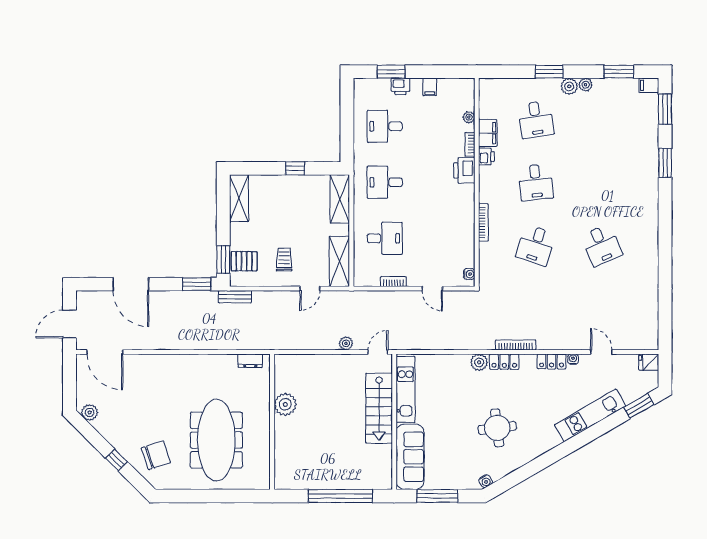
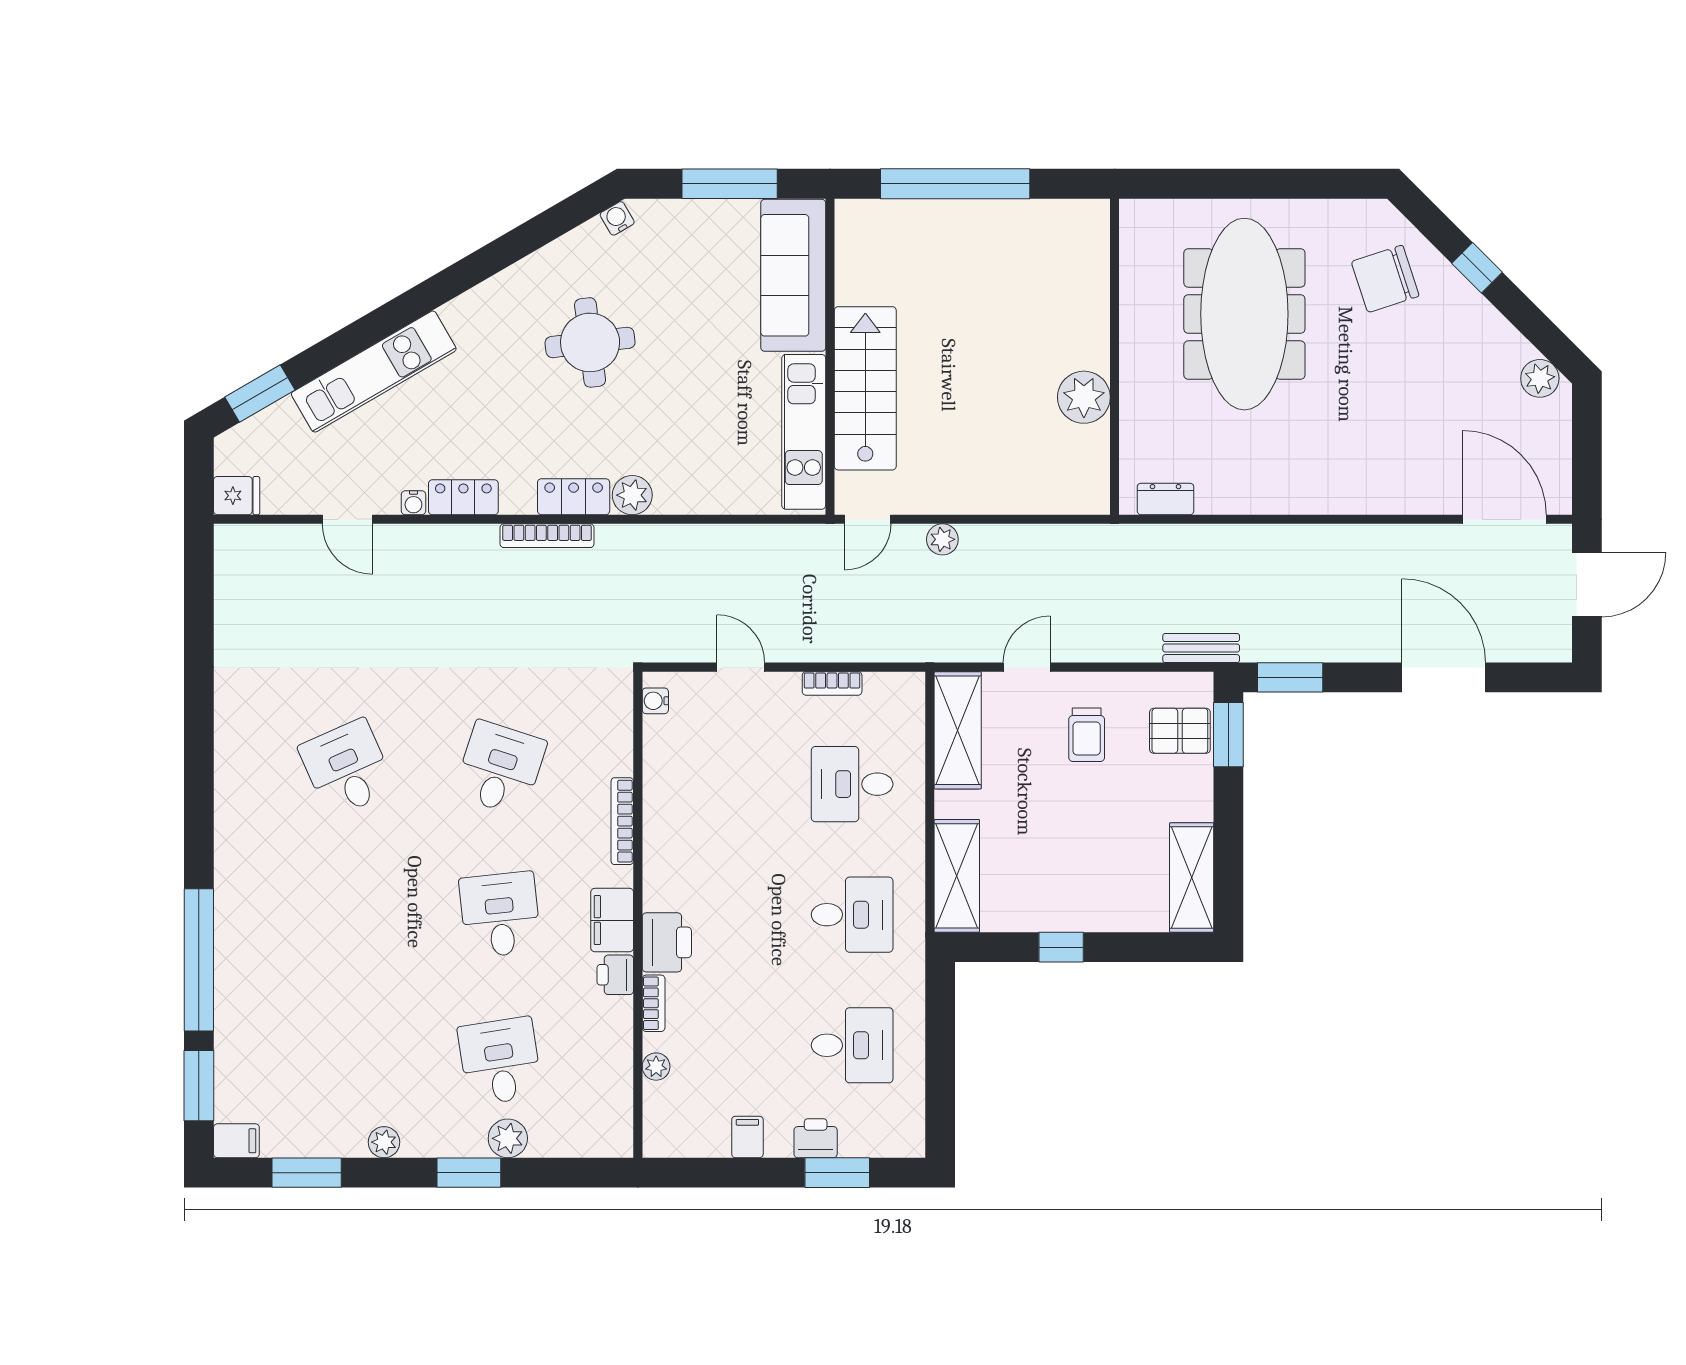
plant: (569, 86) -> (508, 1138), moved
filing cabinet: (488, 133) -> (612, 920), moved
window: (665, 163) -> (199, 960), width x2.11

